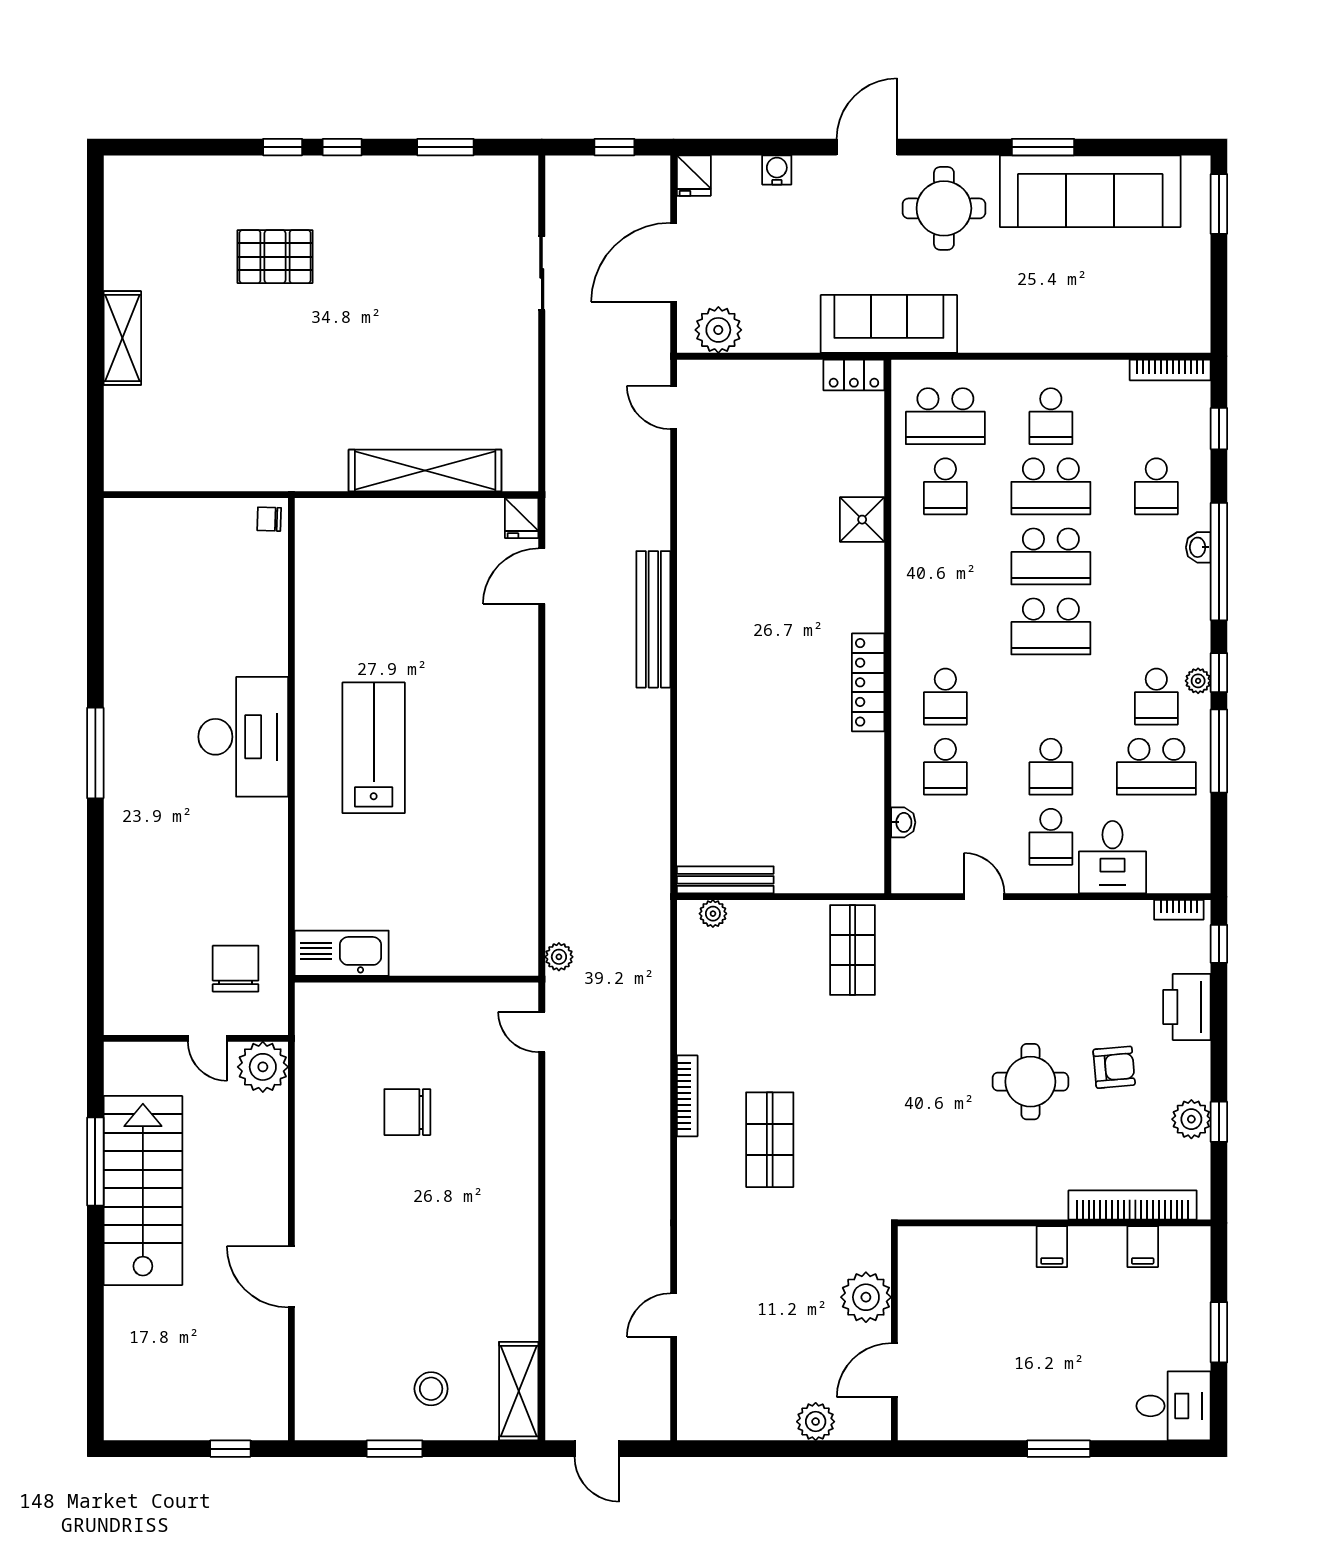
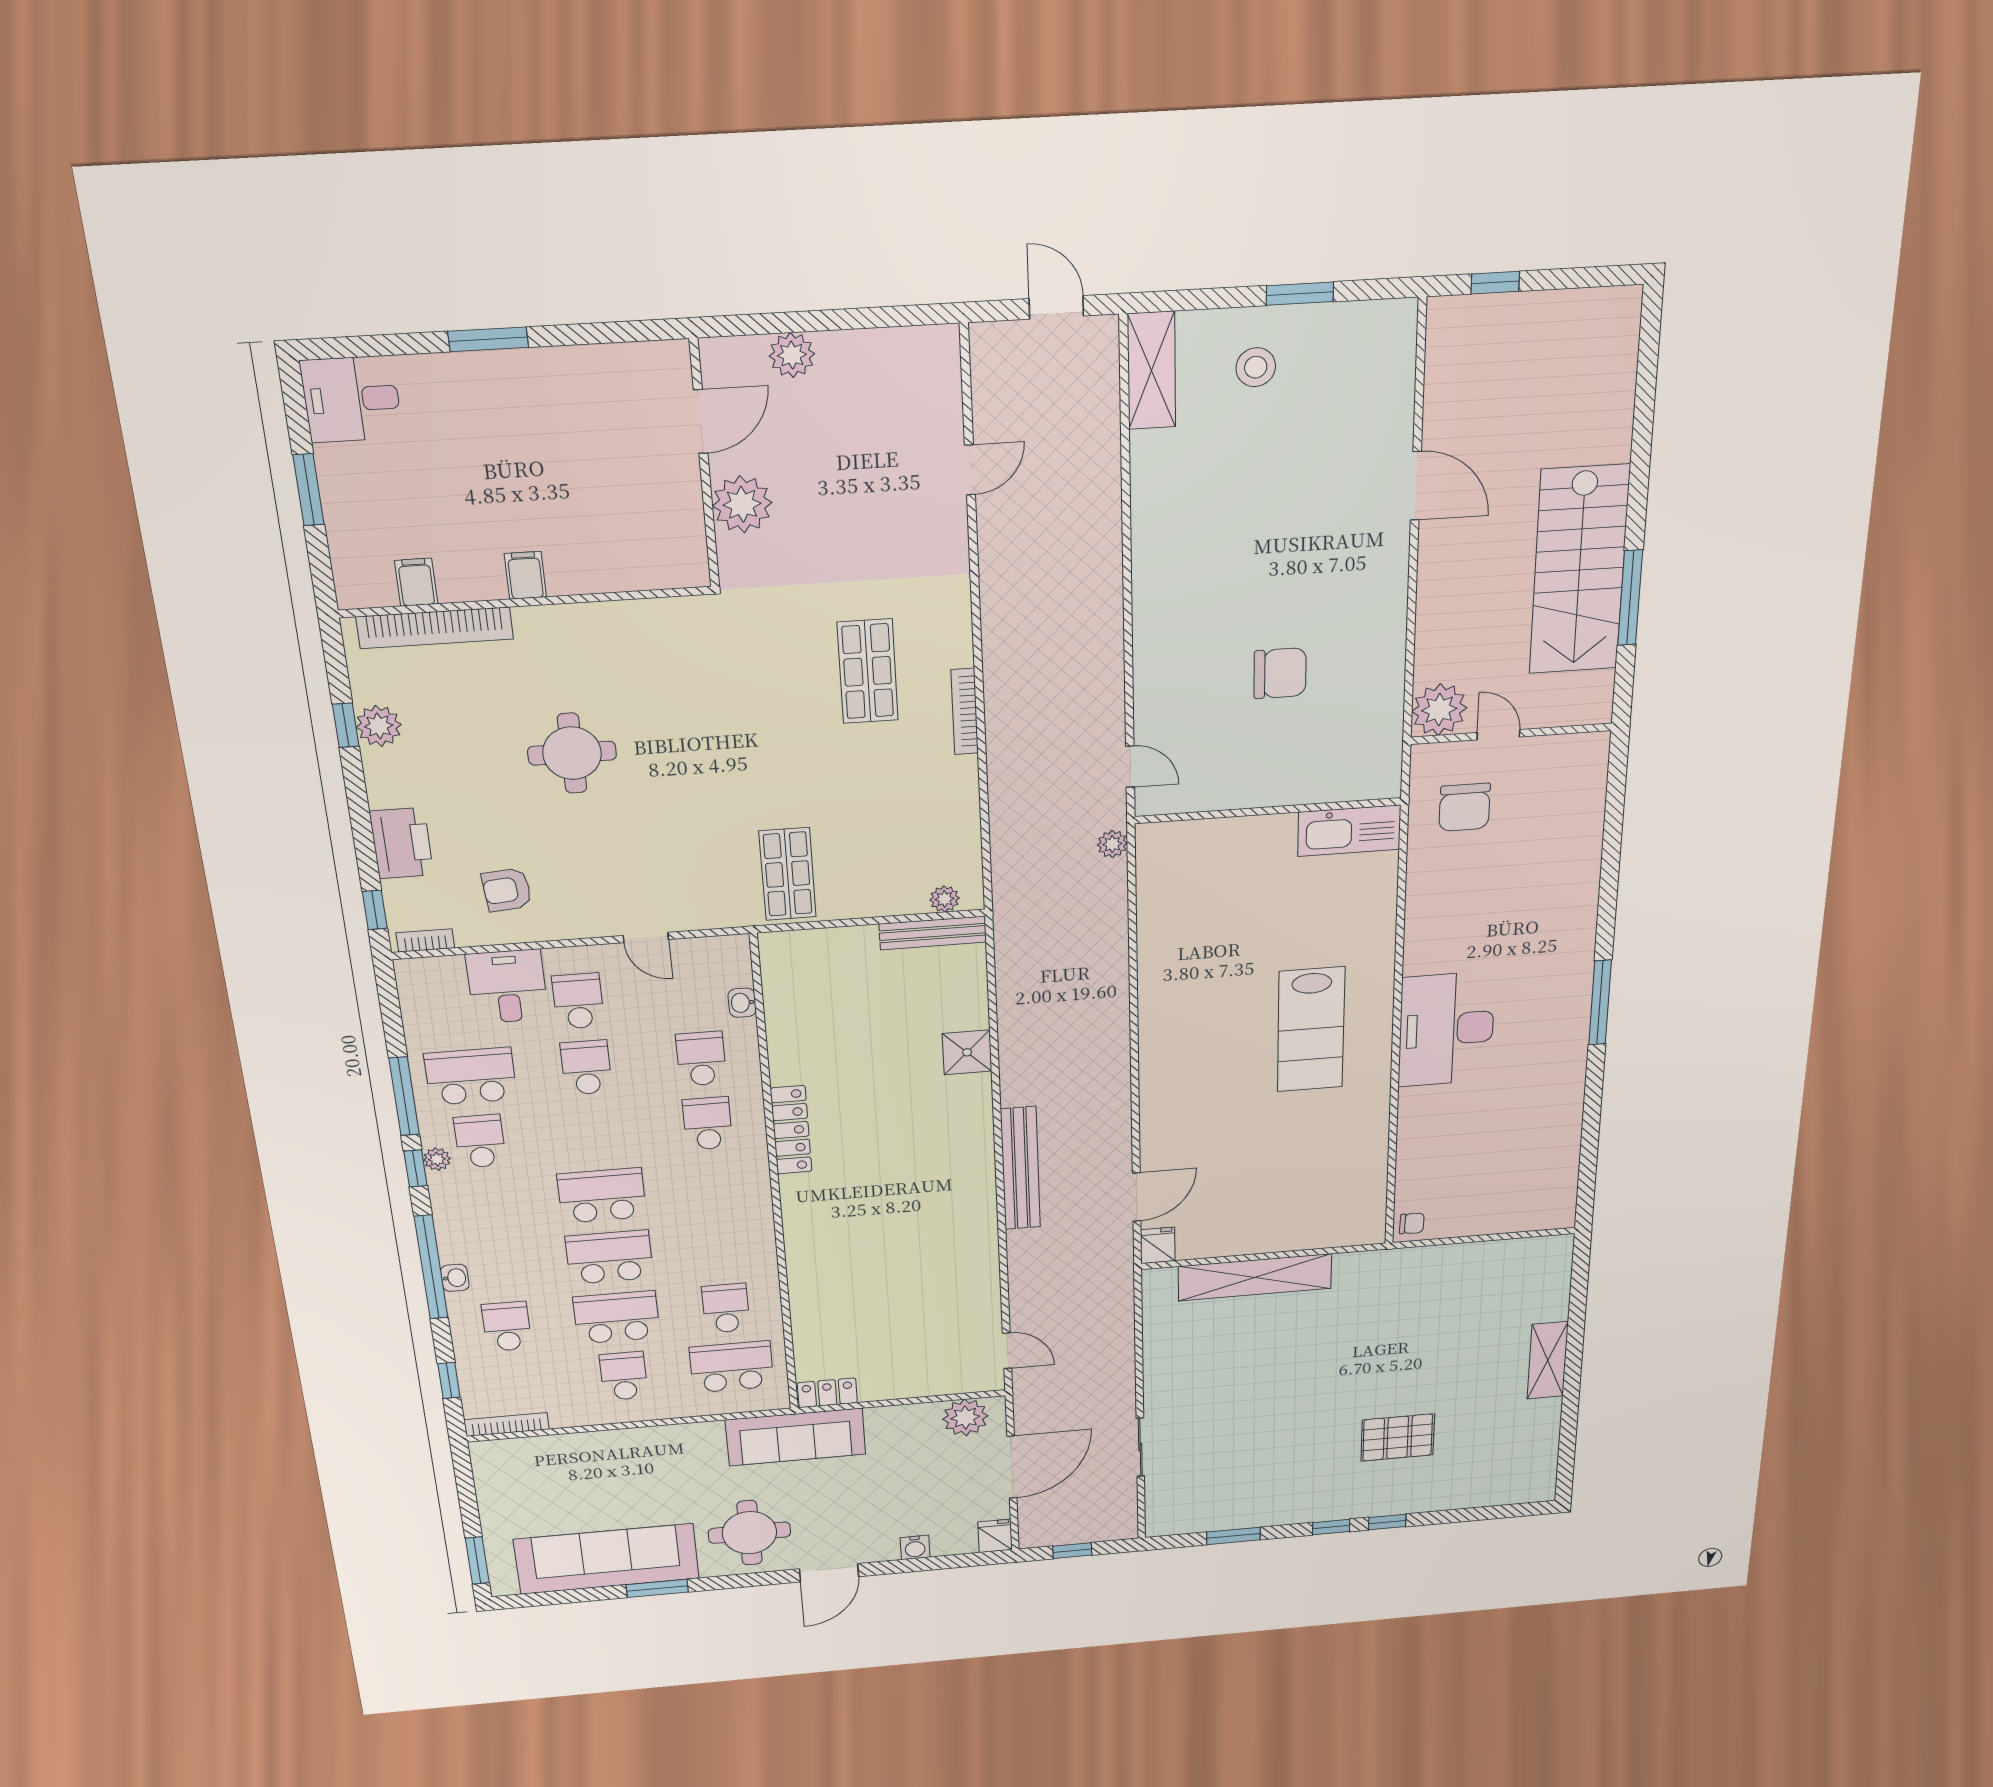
shower: (862, 520) -> (967, 1052), moved
armchair: (1114, 1067) -> (507, 890), moved

